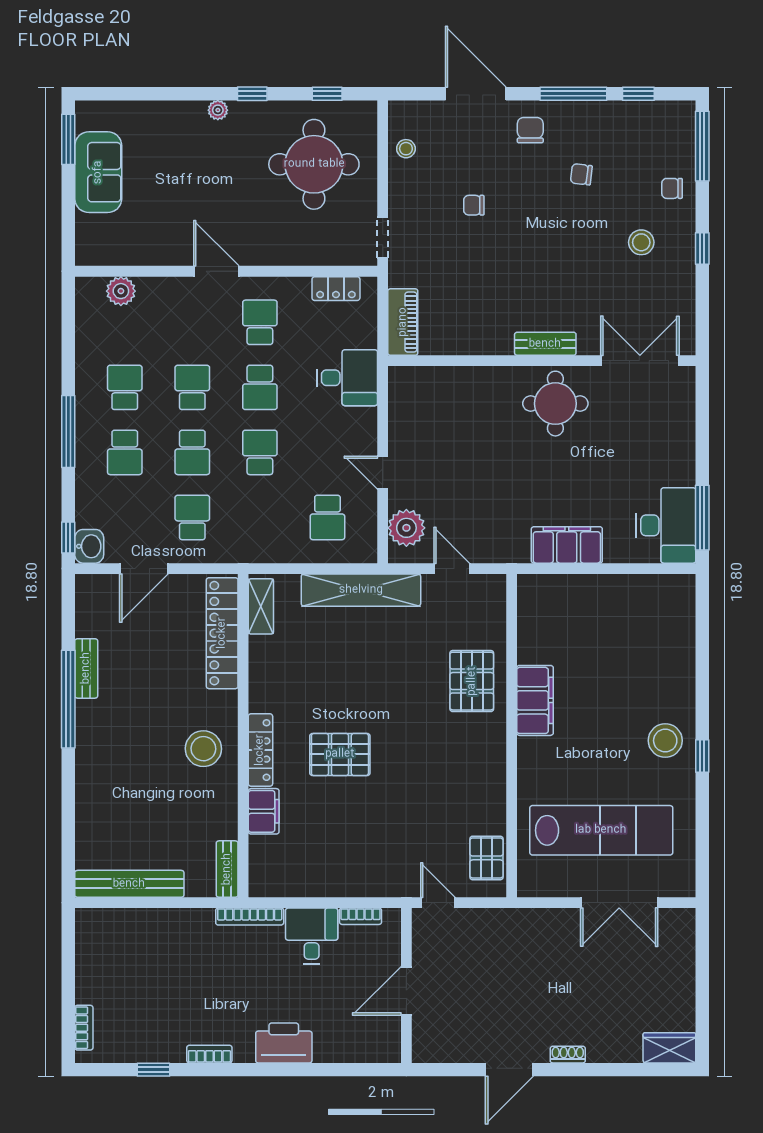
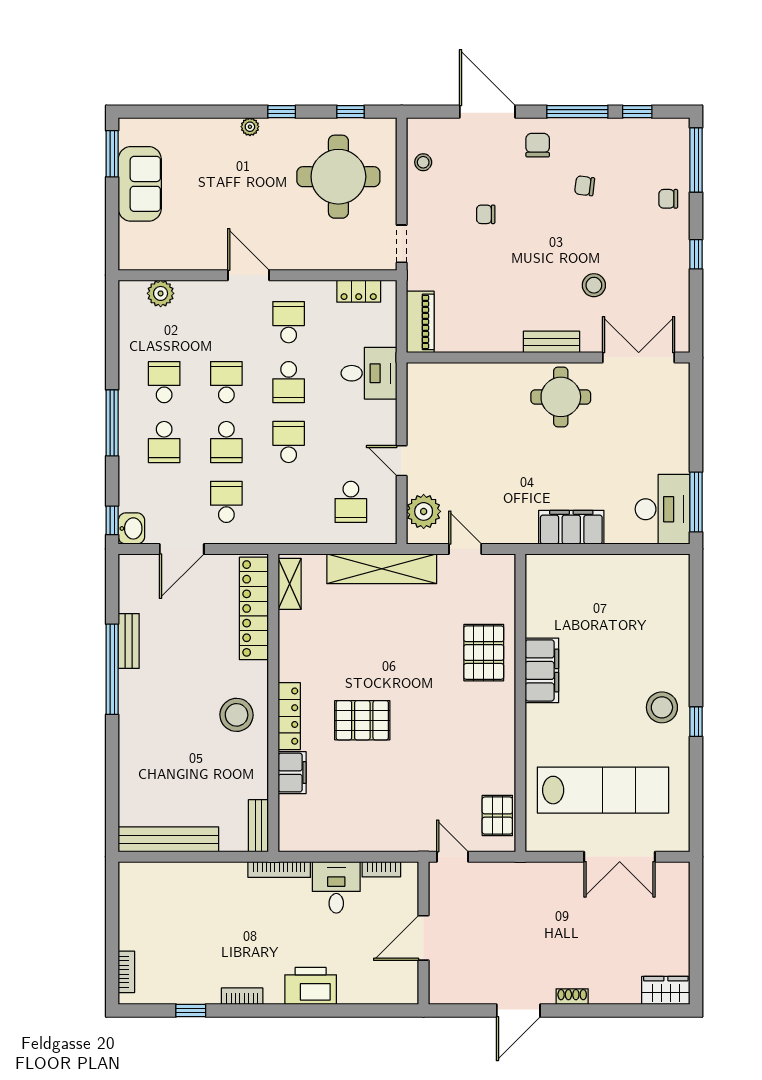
stool: (641, 242) -> (594, 285), moved

